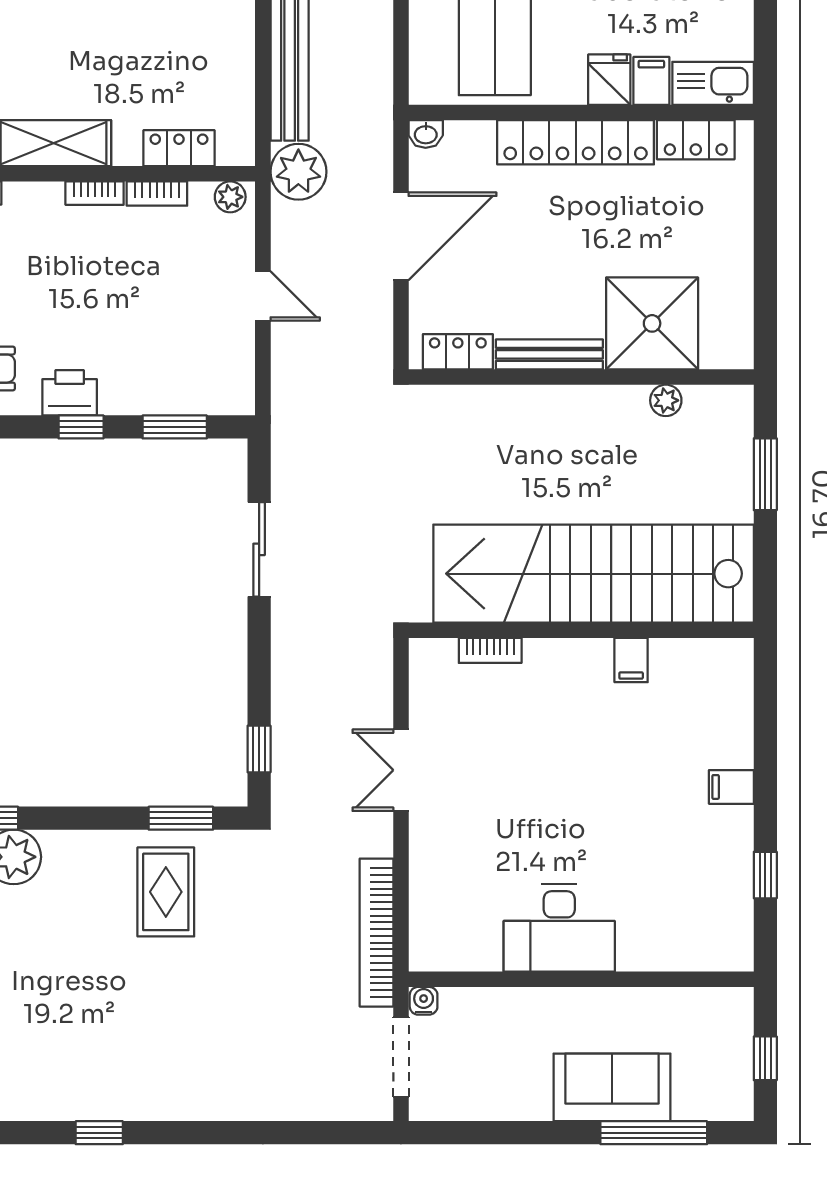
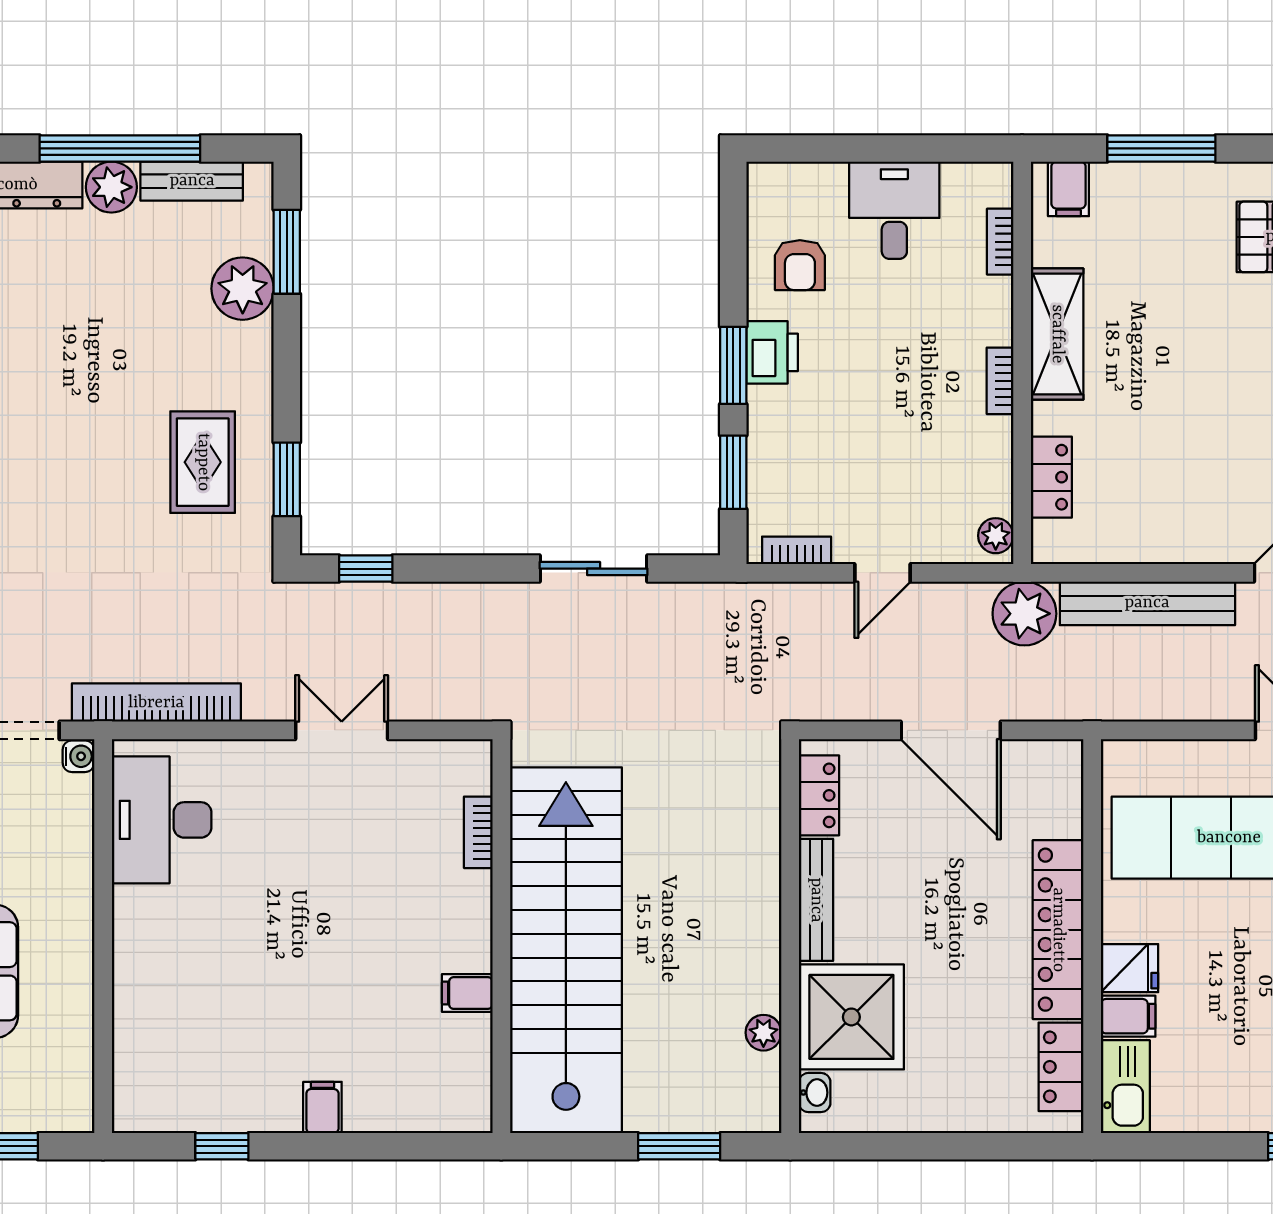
washbasin: (426, 134) -> (815, 1093), moved, turned 180
bookcase: (157, 194) -> (797, 550), moved, turned 90
window: (81, 427) -> (733, 365), width x1.50
rug: (166, 892) -> (203, 462), turned 90
desk: (559, 928) -> (162, 820), moved

